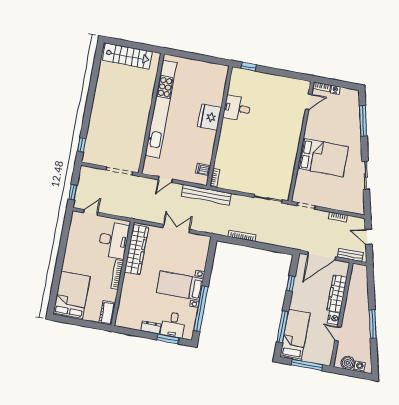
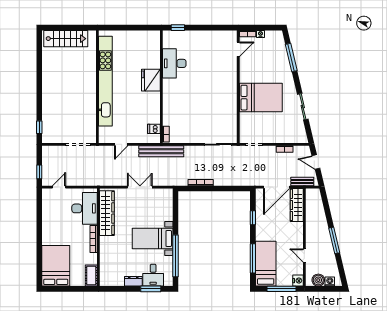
desk: (237, 108) -> (174, 63), width x1.37
wardrobe: (337, 293) -> (297, 205), moved
nightstand: (334, 318) -> (298, 281), moved

